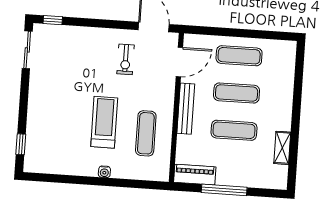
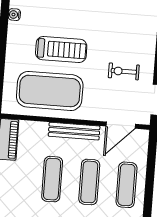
door: (179, 62) -> (121, 125), hinge flipped
exercise mat: (146, 133) -> (50, 91), width x2.00, depth x1.45
water cooler: (104, 172) -> (14, 15), moved

